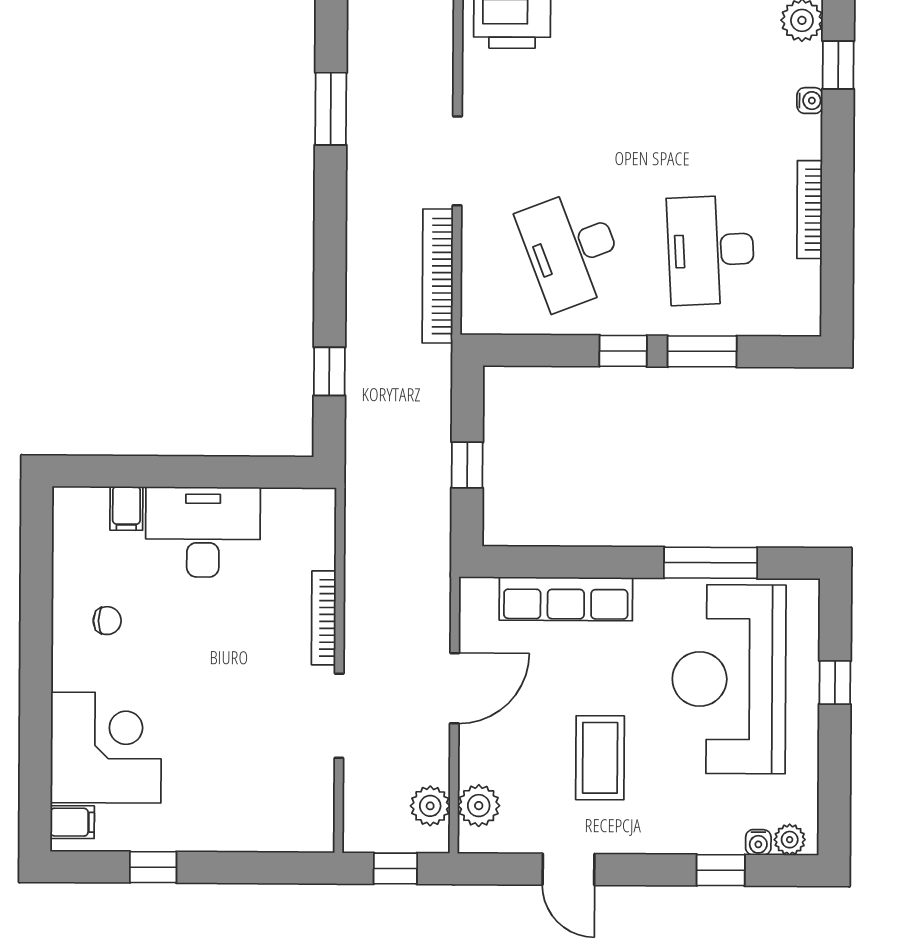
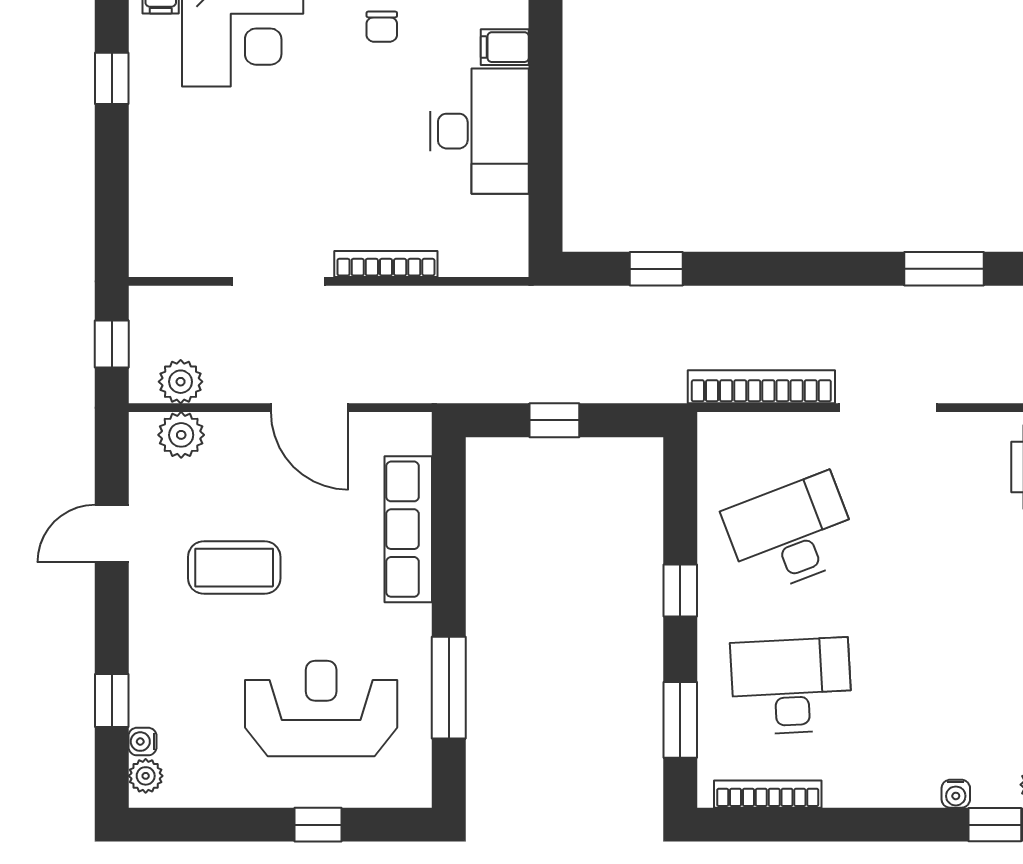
bookcase: (810, 210) -> (768, 794), moved
window: (702, 351) -> (680, 720), moved
reception desk: (729, 679) -> (321, 709), width x0.74, depth x0.77

